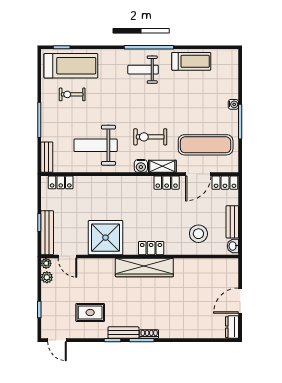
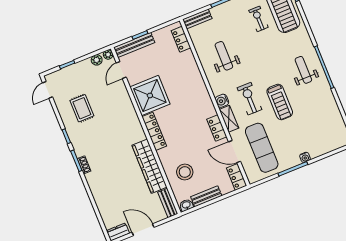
treadmill: (191, 61) -> (280, 102), moved
weight bench: (96, 145) -> (224, 56), width x0.73, depth x0.75
locker: (151, 248) -> (154, 131), width x1.53
wardrobe: (144, 267) -> (149, 166), moved
bench: (123, 333) -> (168, 203), moved

